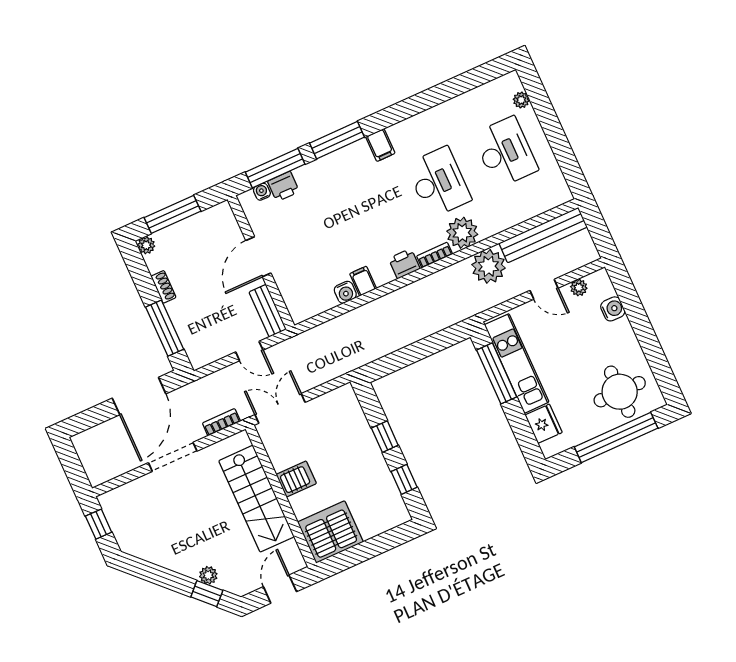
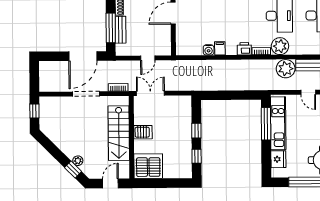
bench: (268, 311) -> (121, 30), moved
door: (249, 351) -> (148, 58), hinge flipped

